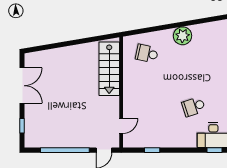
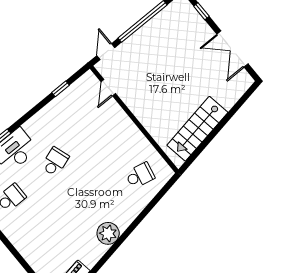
plant: (182, 36) -> (108, 233), moved
stairs: (109, 69) -> (197, 129), moved, turned -100

